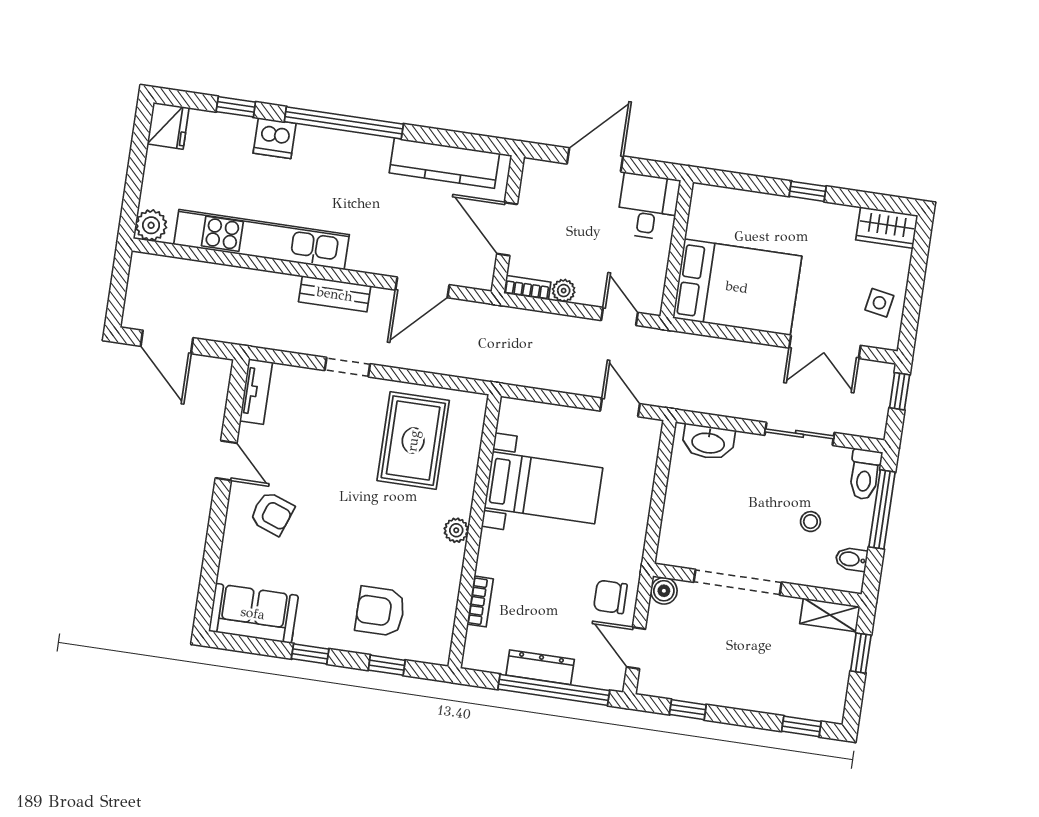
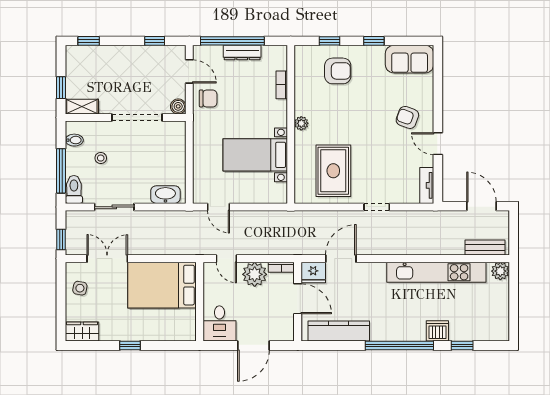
fridge: (168, 126) -> (313, 272), moved, turned -90
plant: (564, 291) -> (255, 274), width x1.88, depth x1.88
bench: (335, 294) -> (485, 248), moved

